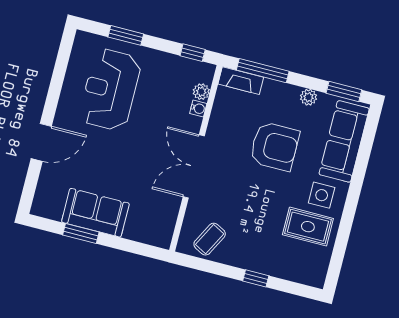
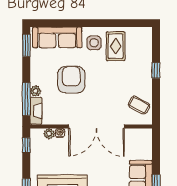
plant: (308, 97) -> (36, 91), moved
double door: (194, 166) -> (96, 126), width x1.36

